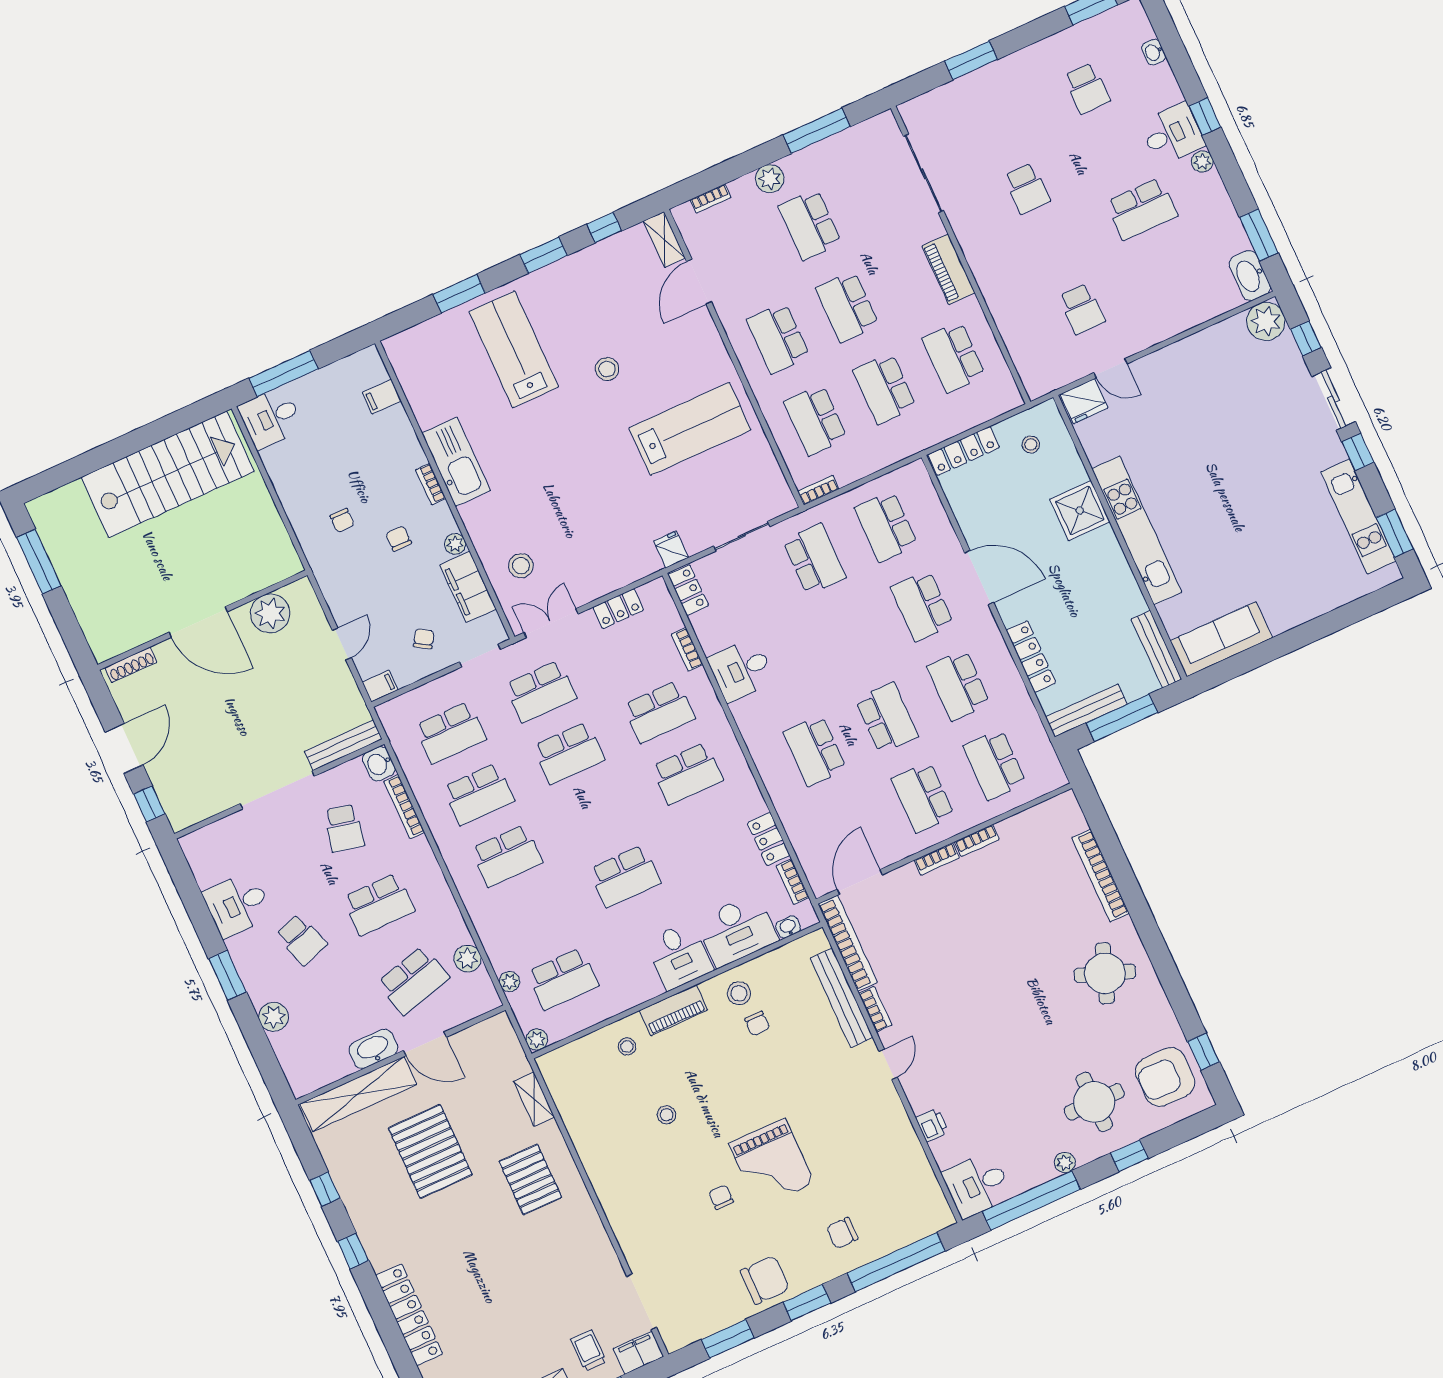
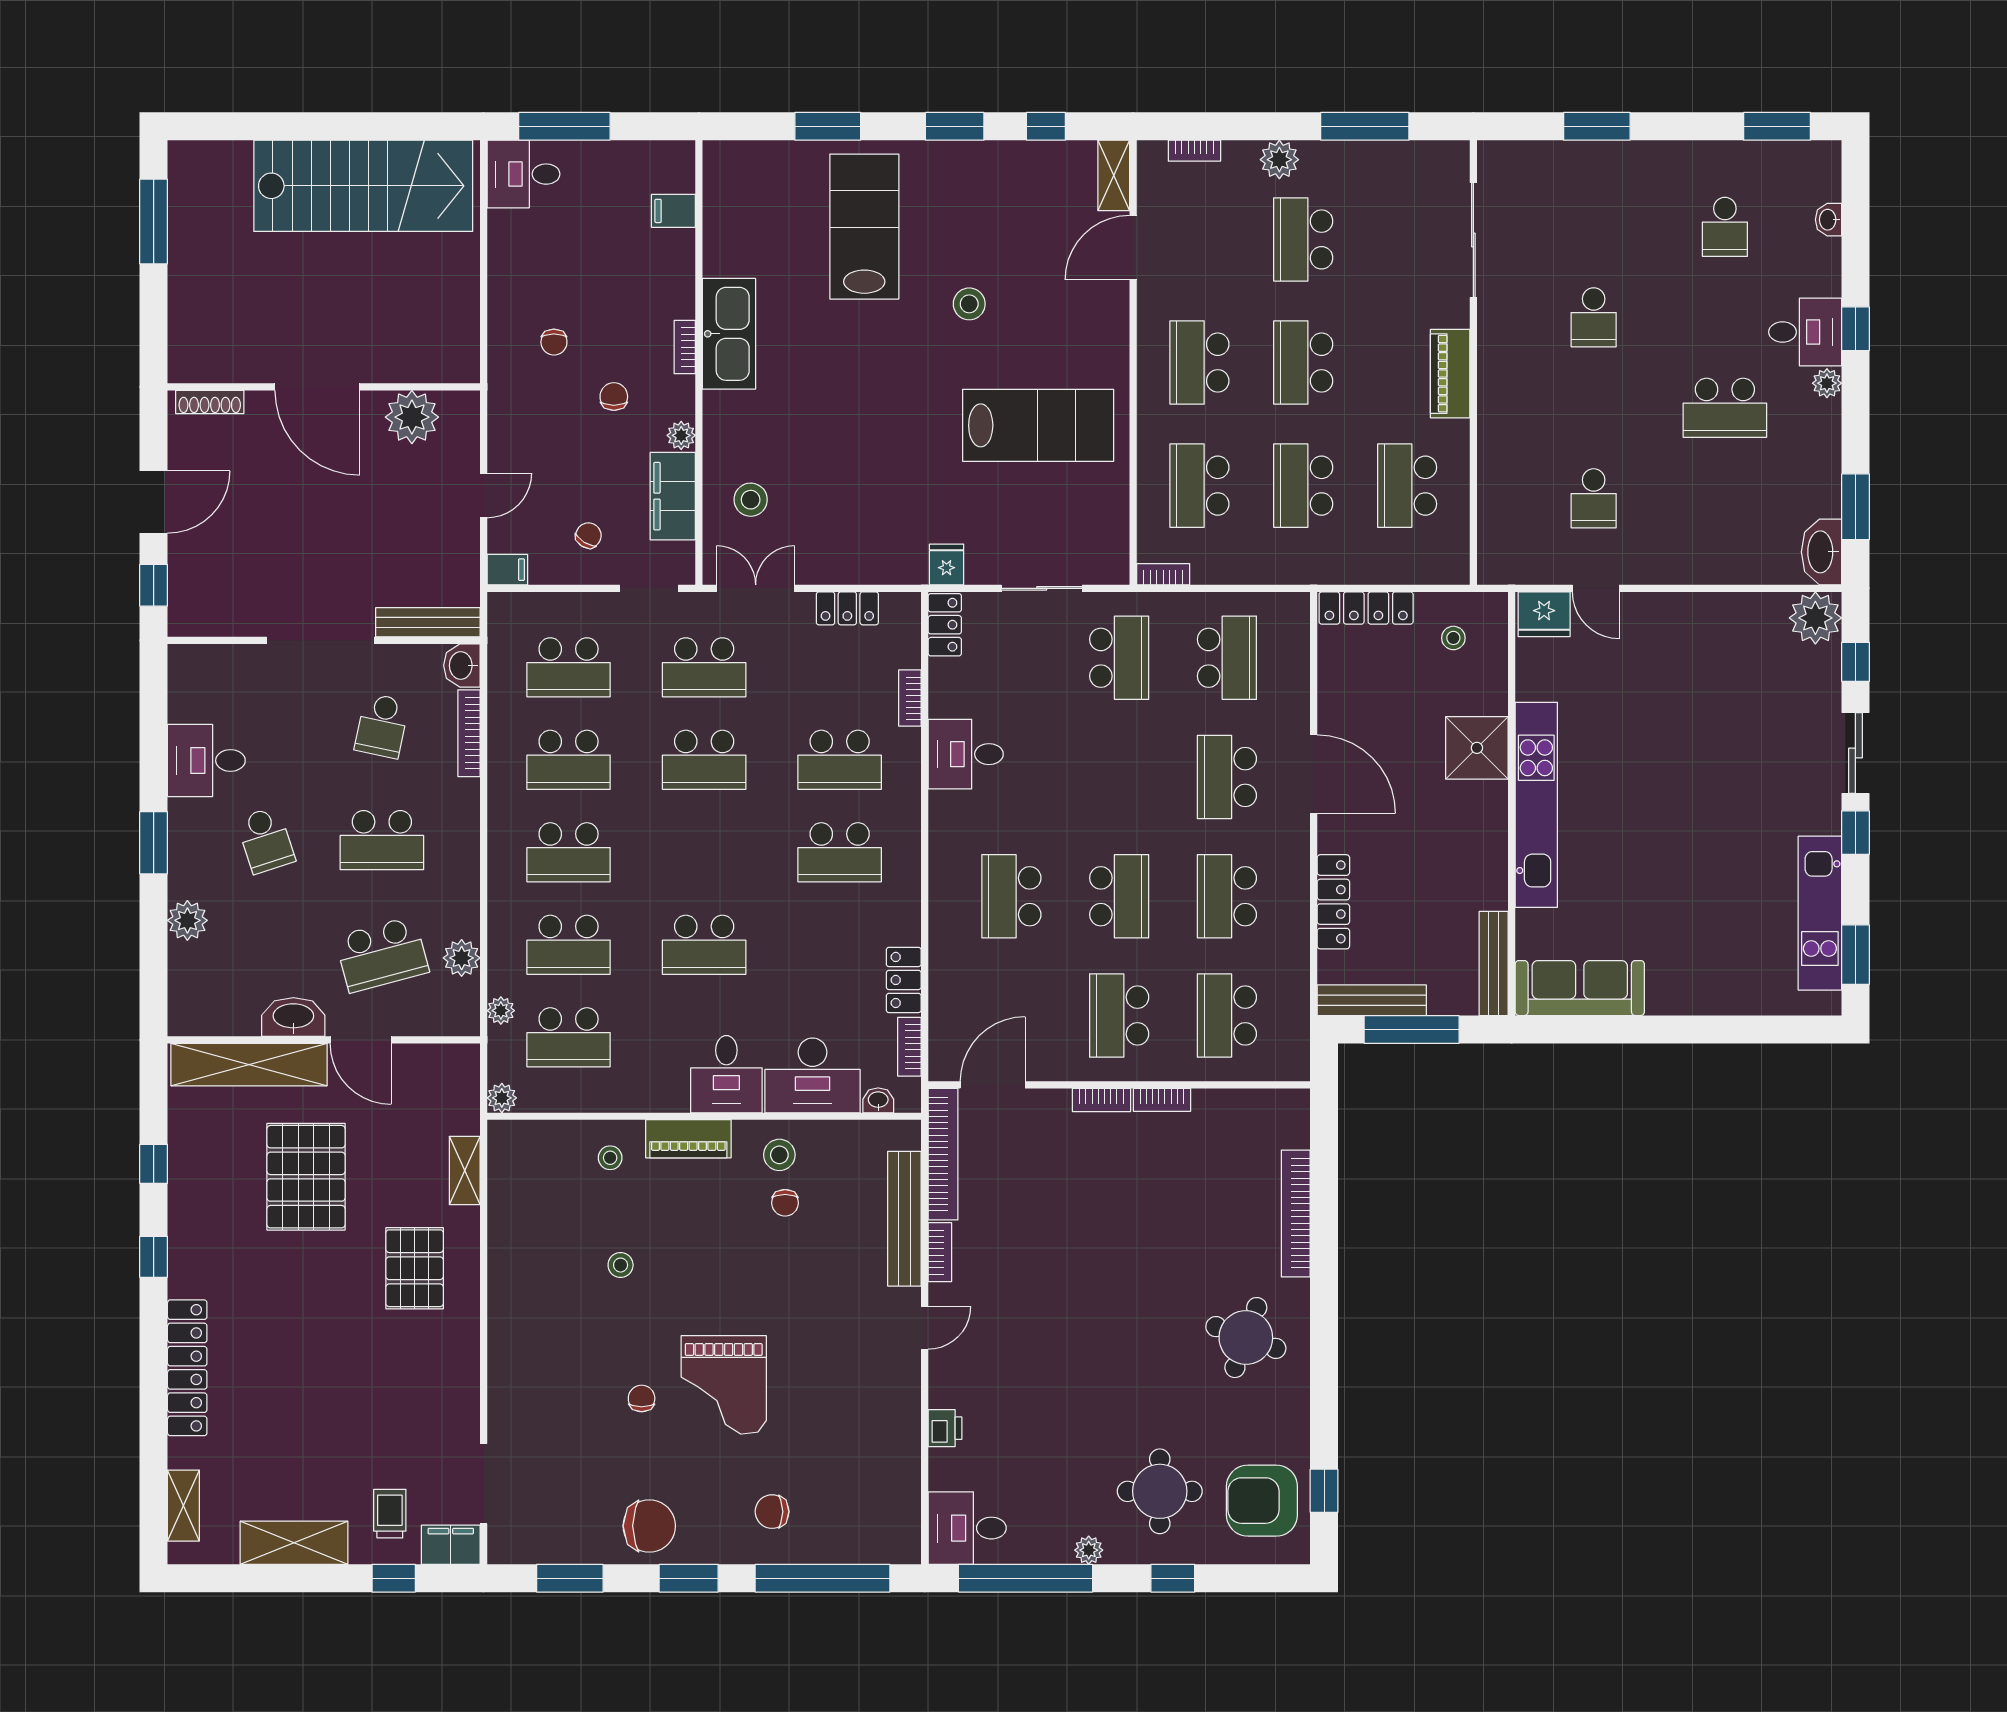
school desk: (886, 526) -> (1227, 658), turned 180
school desk: (535, 917) -> (569, 945), added

